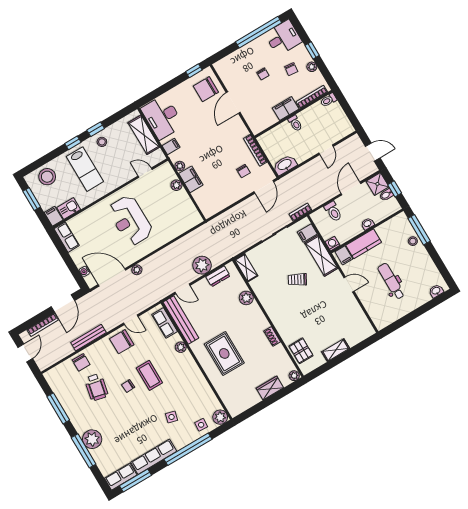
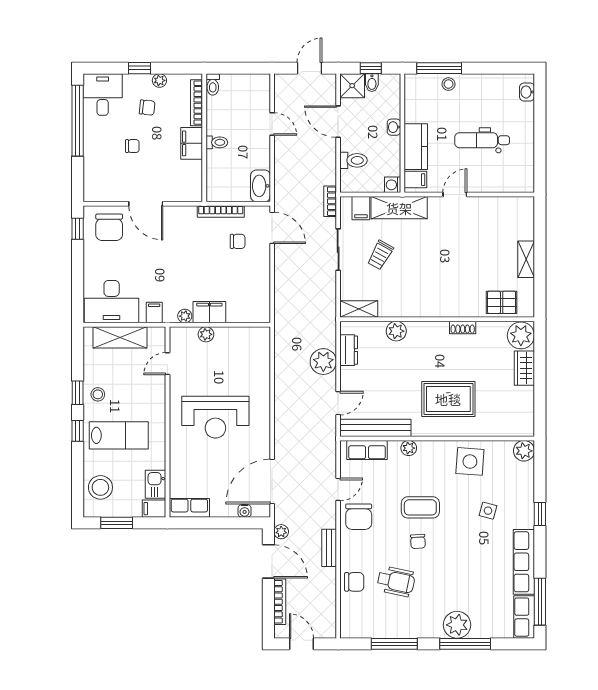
plant: (137, 270) -> (281, 532), moved
trolley: (297, 280) -> (380, 255), moved
bench: (88, 338) -> (329, 548), width x0.73
plant: (294, 376) -> (521, 335), width x1.88, depth x1.88
side table: (201, 425) -> (470, 461), moved, width x1.87, depth x1.87
window: (188, 449) -> (540, 514), width x0.32

